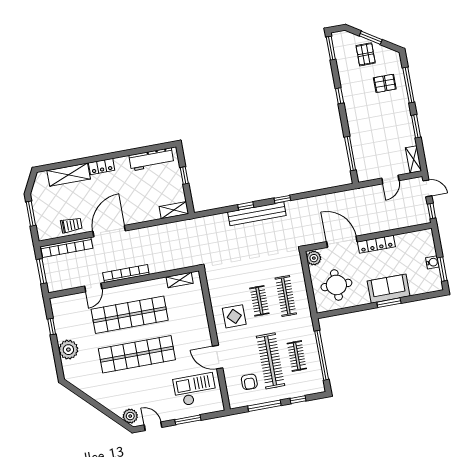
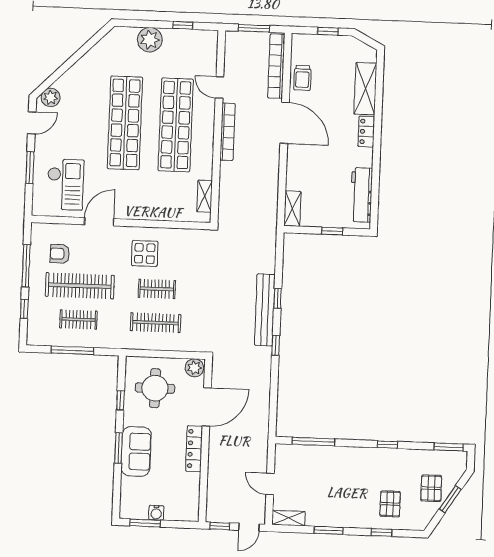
pallet: (366, 54) -> (431, 488), turned 90
window: (408, 85) -> (381, 532), width x0.46
window: (31, 214) -> (328, 31), width x0.67
window: (352, 310) -> (120, 400), added
window: (322, 355) -> (72, 350), width x0.68

